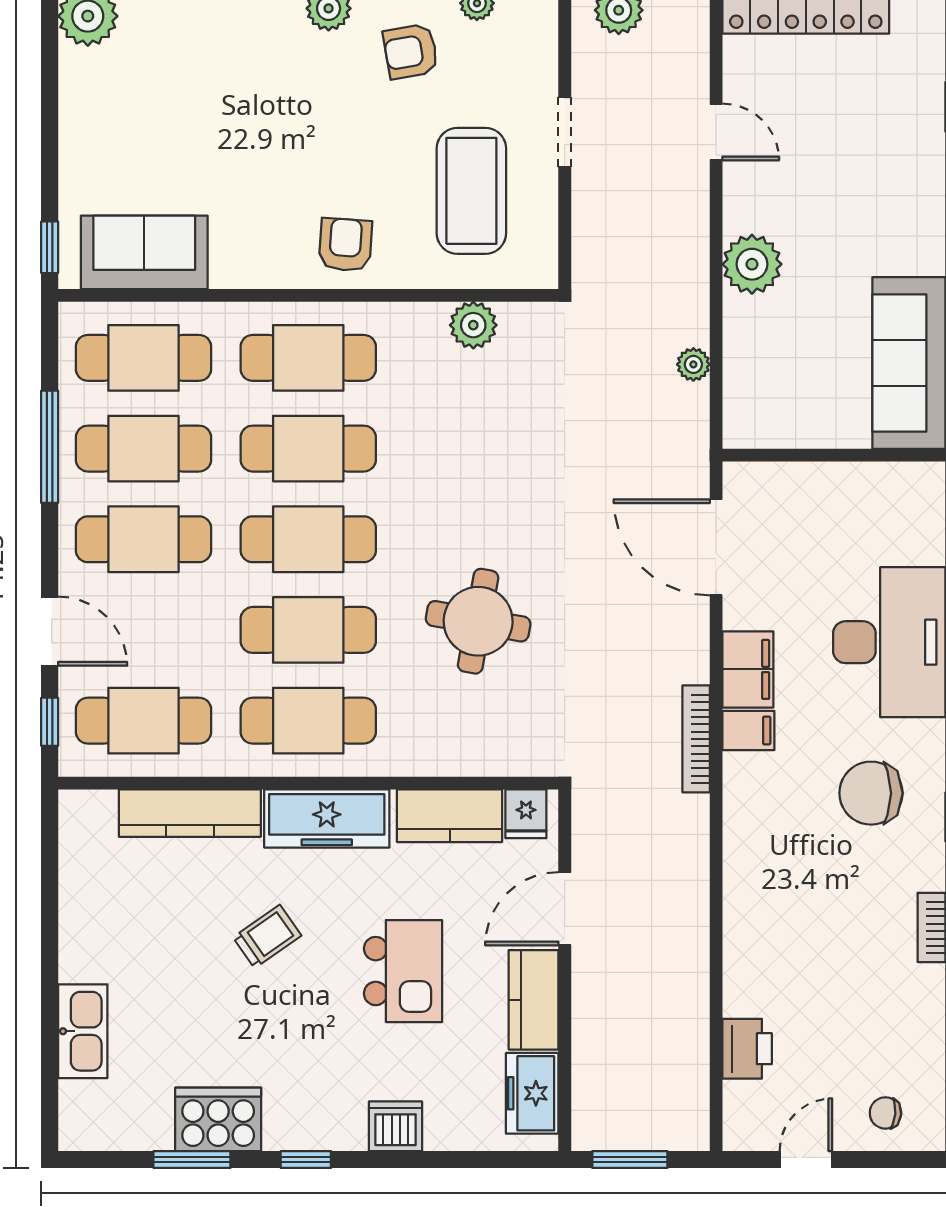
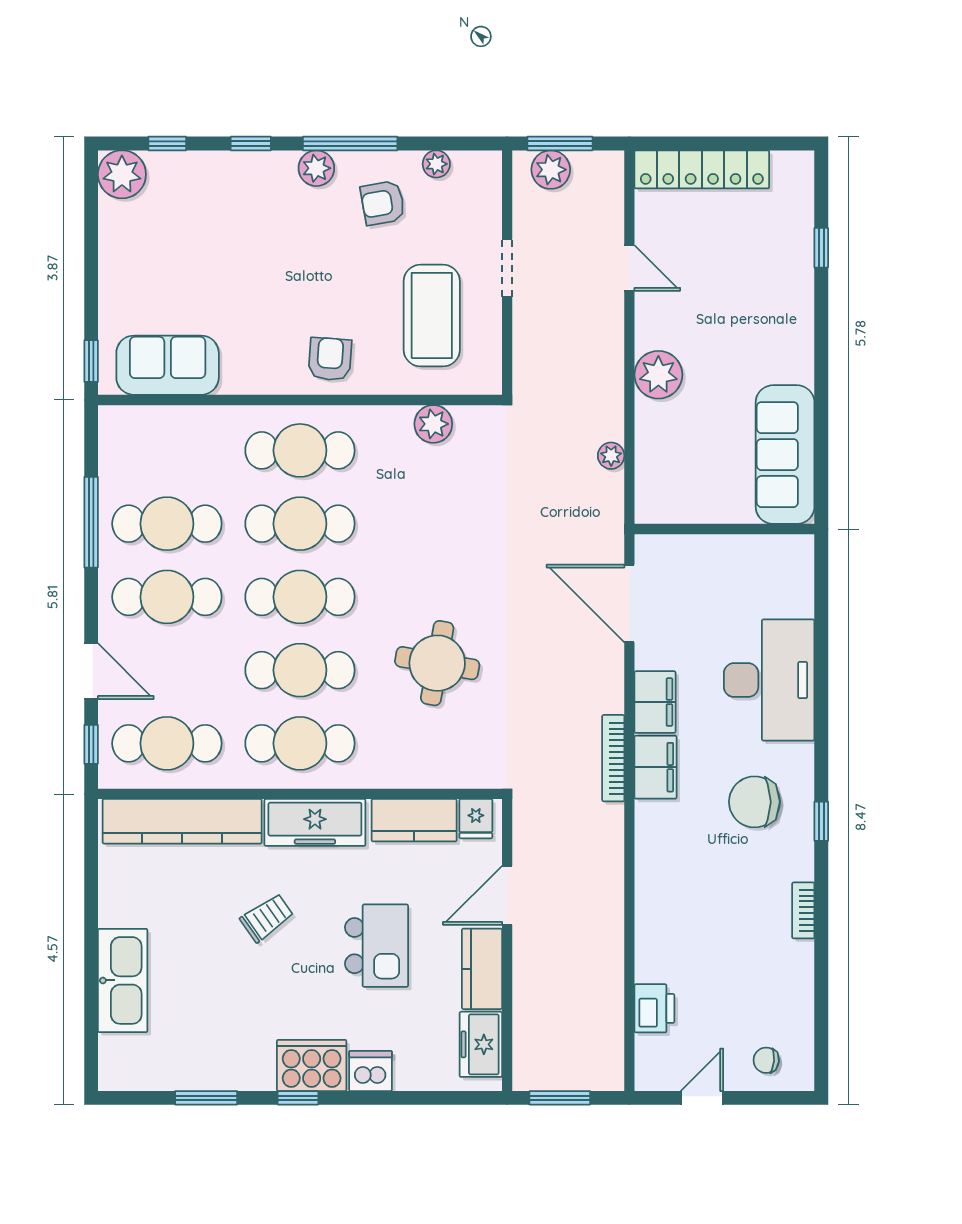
cafe table: (143, 358) -> (167, 450), removed
filing cabinet: (748, 730) -> (656, 767), width x2.00
kitchen counter: (190, 813) -> (182, 821), width x1.39, depth x1.17
kitchen sink: (83, 1031) -> (123, 980), width x1.36, depth x1.24
cooker: (218, 1119) -> (312, 1065), moved

